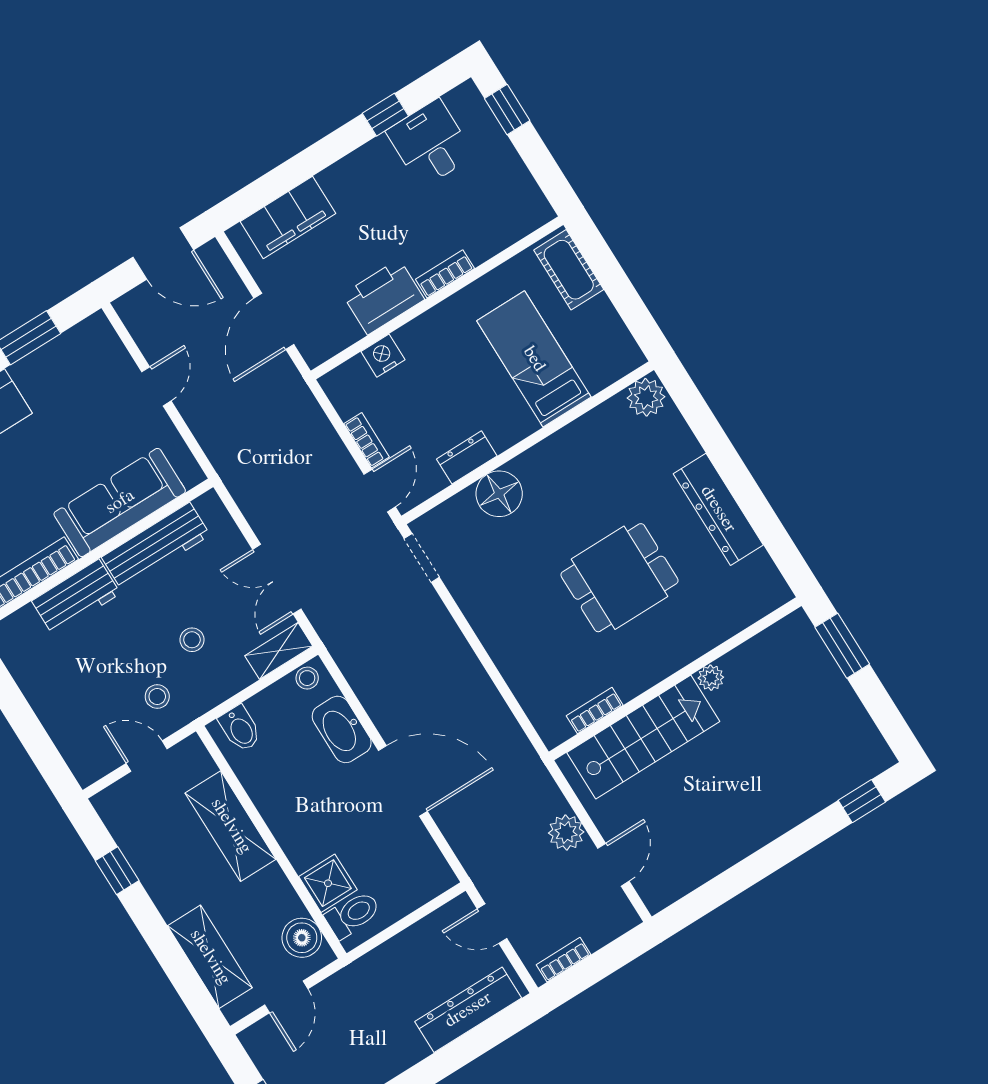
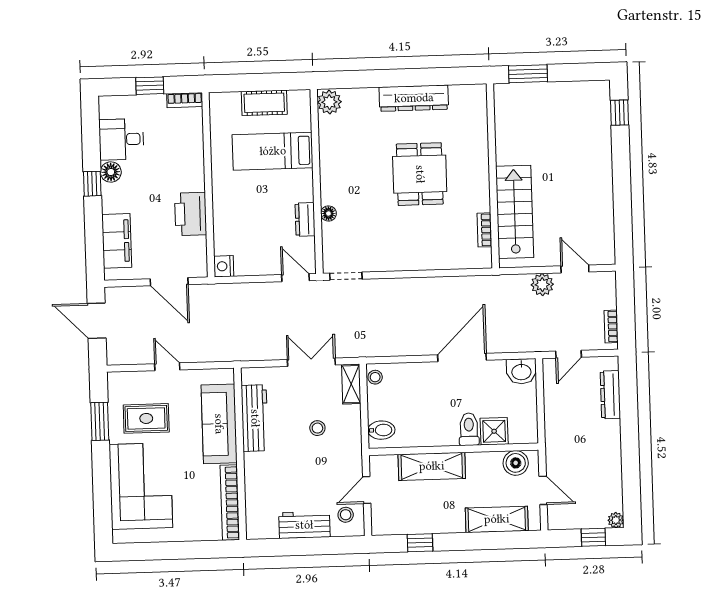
window: (507, 110) -> (150, 86), moved
window: (385, 115) -> (92, 184), moved
floor lamp: (377, 155) -> (111, 172), added
door: (163, 254) -> (97, 321), swing flipped
cot: (569, 270) -> (264, 103), moved
bookcase: (445, 274) -> (185, 100), moved, turned -90
nightstand: (383, 356) -> (224, 266), moved
rug: (69, 399) -> (146, 418), added
bookcase: (367, 440) -> (264, 269), removed
floor lamp: (499, 494) -> (328, 213), width x0.53, depth x0.53
double door: (277, 579) -> (311, 362), swing flipped
workbench: (76, 597) -> (304, 525), moved, turned -90
plant: (711, 678) -> (504, 156), removed
stool: (157, 697) -> (346, 515), moved
washbasin: (342, 729) -> (521, 371), moved, width x0.72
toilet: (353, 914) -> (469, 429), moved
dresser: (468, 1010) -> (610, 395), width x0.73, depth x0.80

